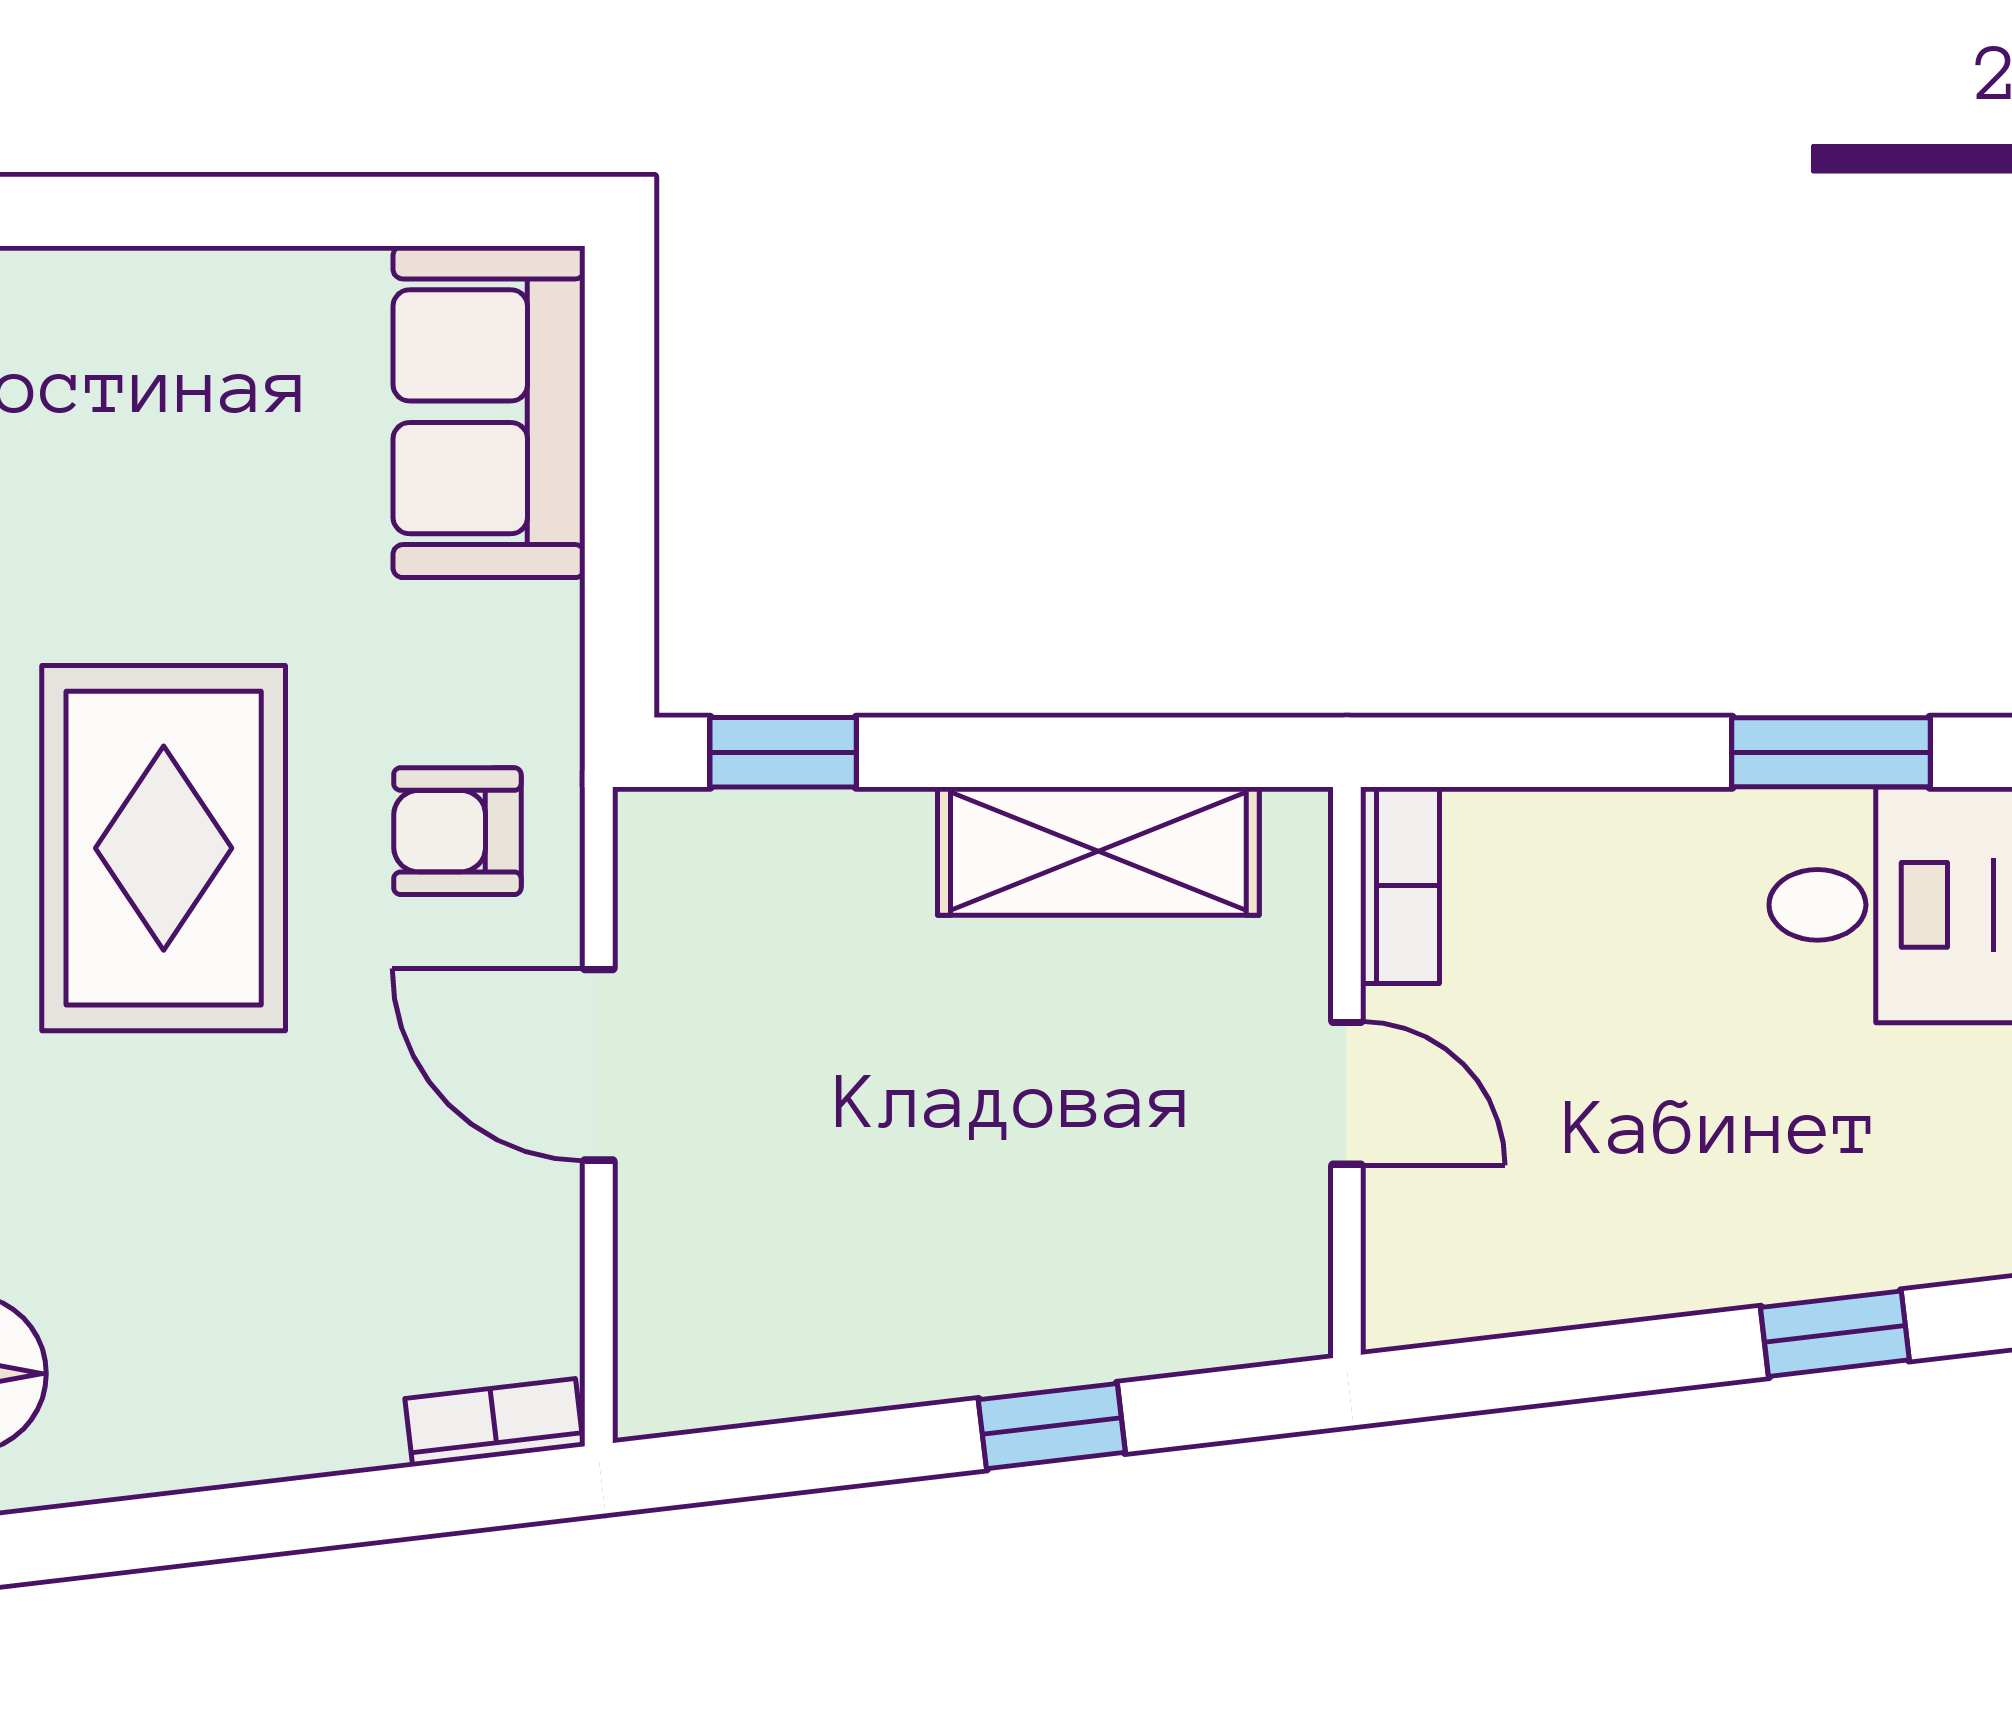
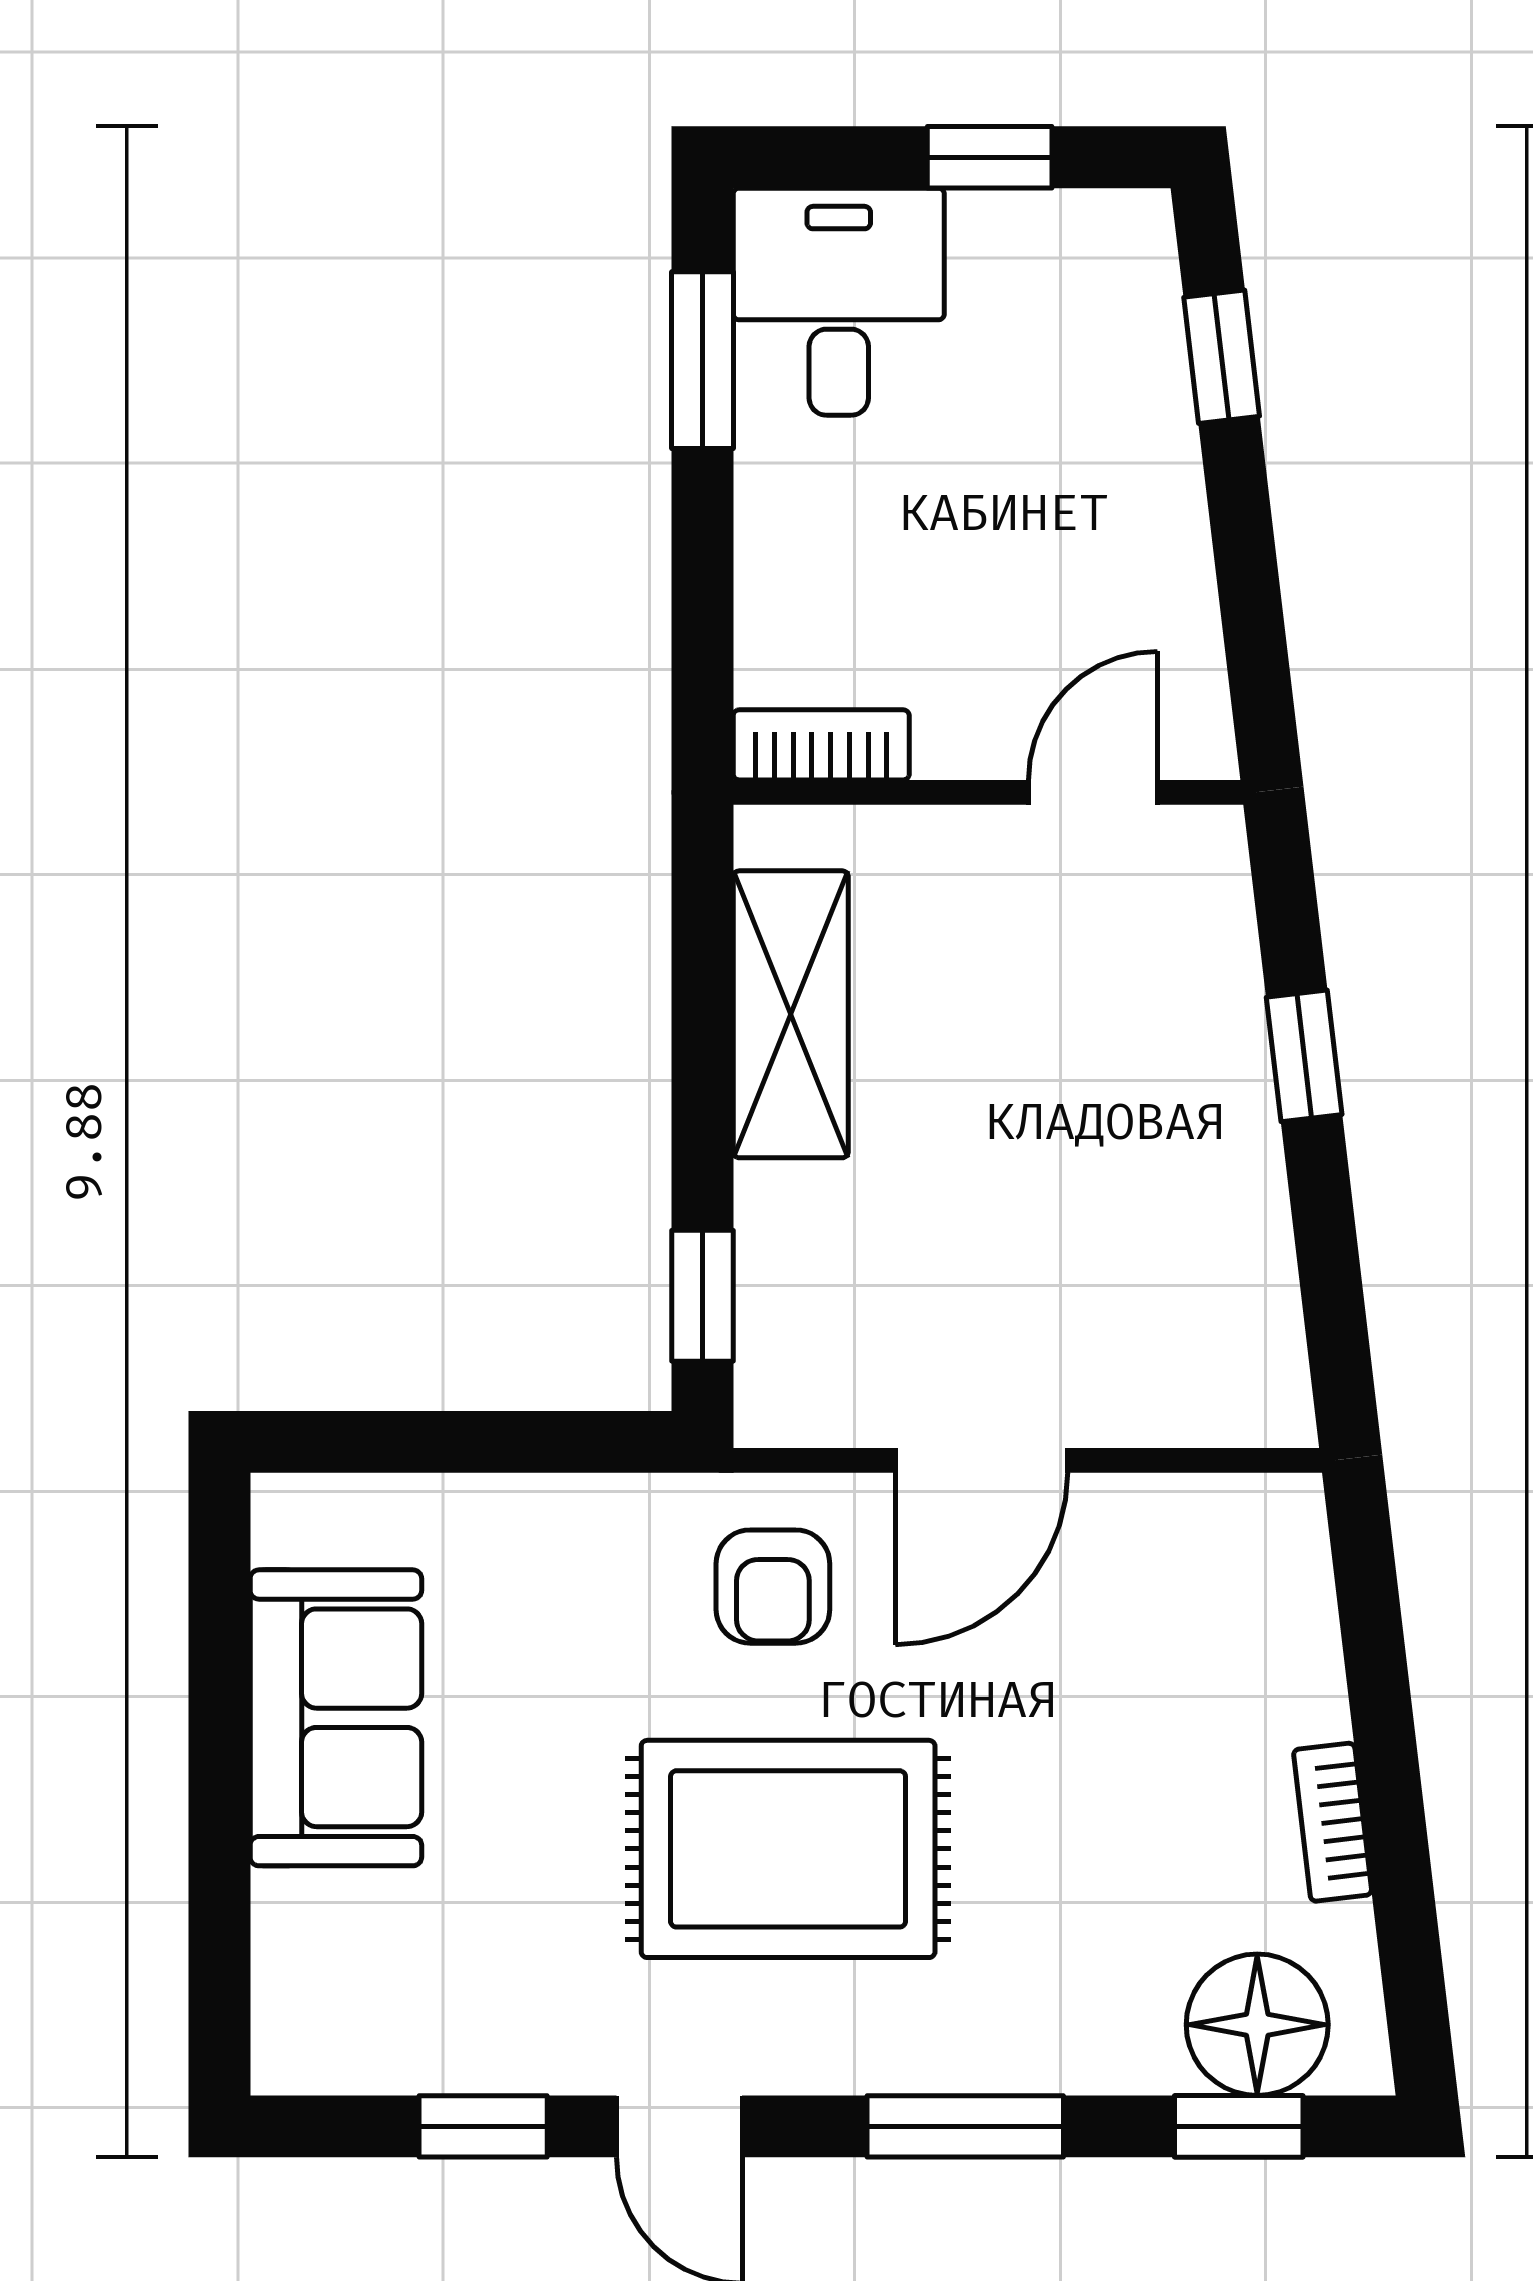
sofa: (489, 412) -> (336, 1718), moved, turned -90
door: (1347, 1093) -> (1093, 792), moved
bookcase: (494, 1422) -> (1333, 1822), moved

